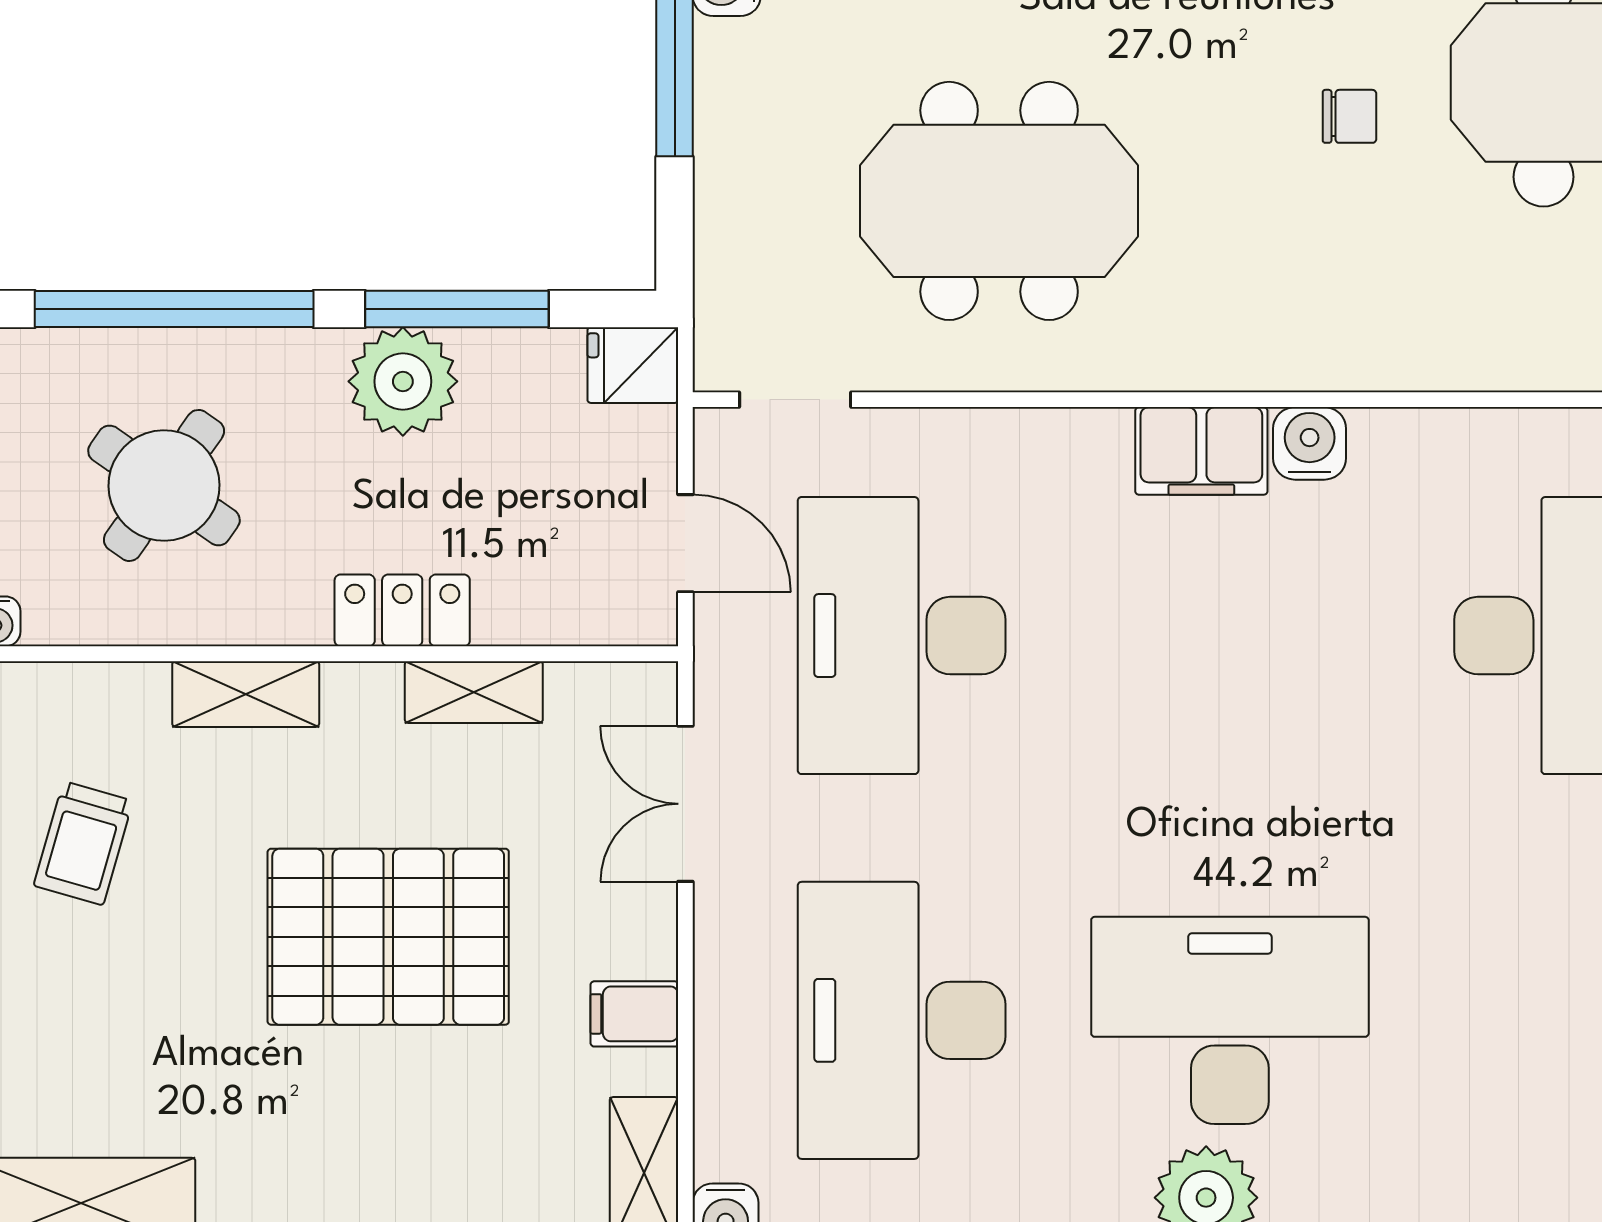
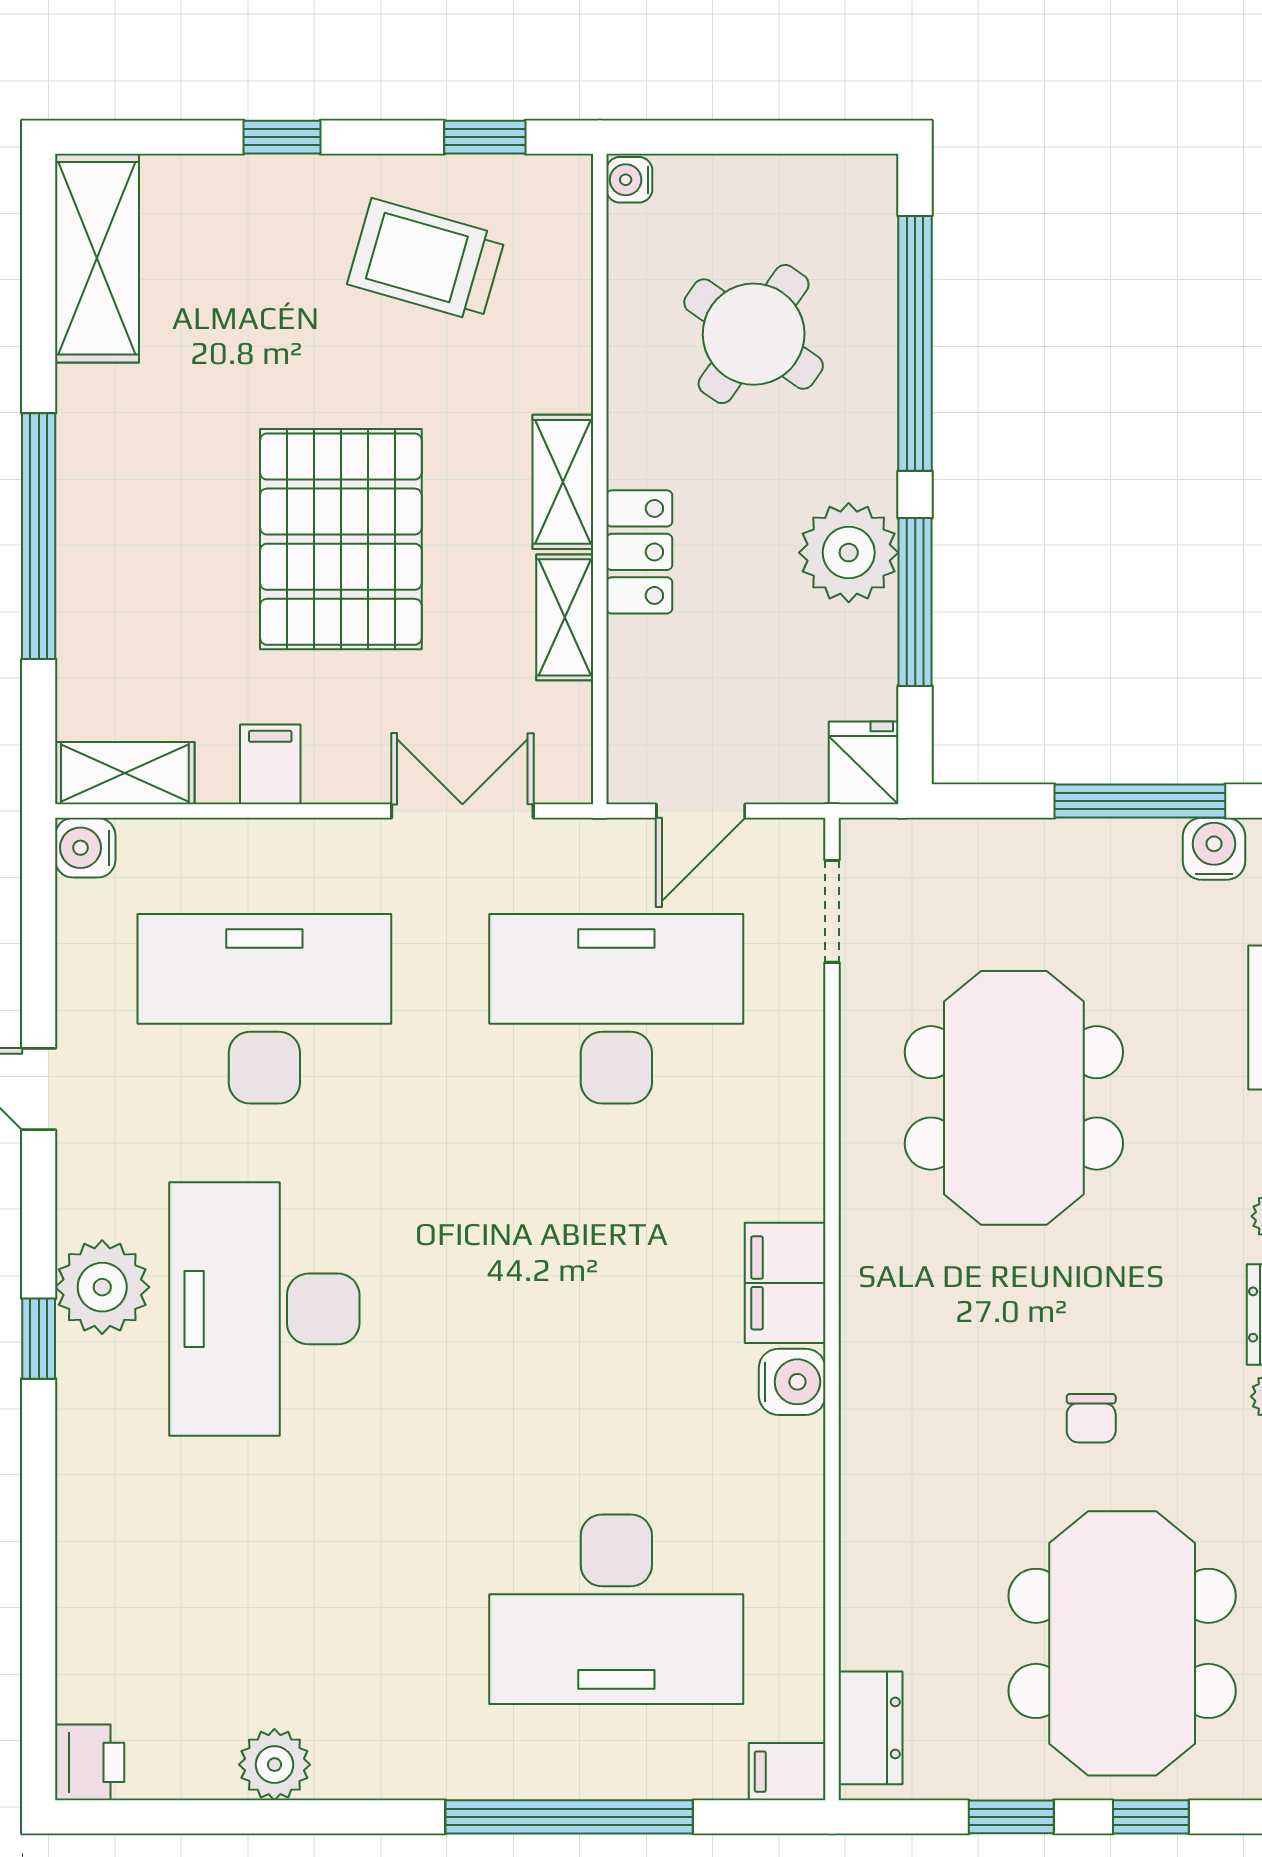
shelving: (246, 694) -> (563, 482), moved
trolley: (83, 843) -> (426, 260), width x1.36, depth x1.39
desk: (1230, 1020) -> (264, 1309), turned 180

